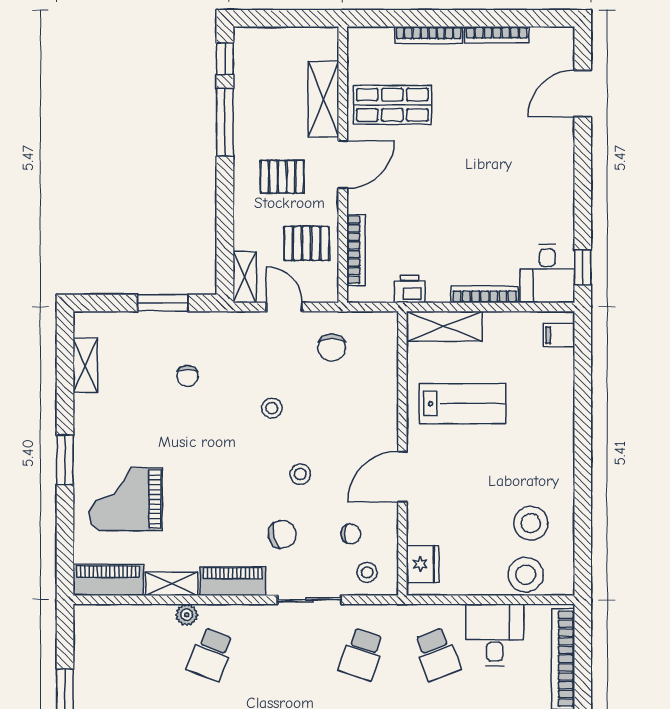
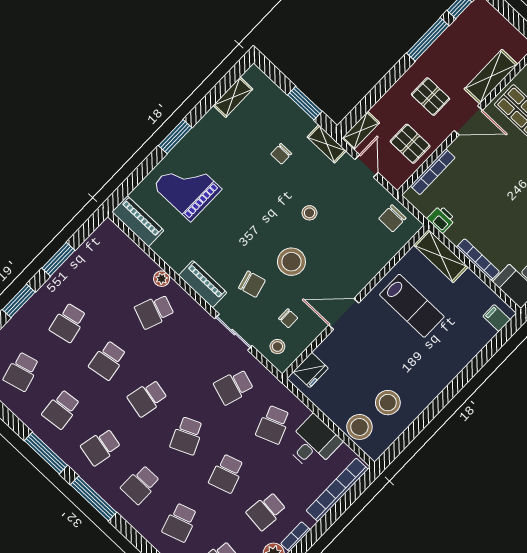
chair: (332, 348) -> (392, 218), moved
stool: (300, 474) -> (291, 262), width x1.89, depth x1.89
shelving: (172, 584) -> (327, 144), moved

